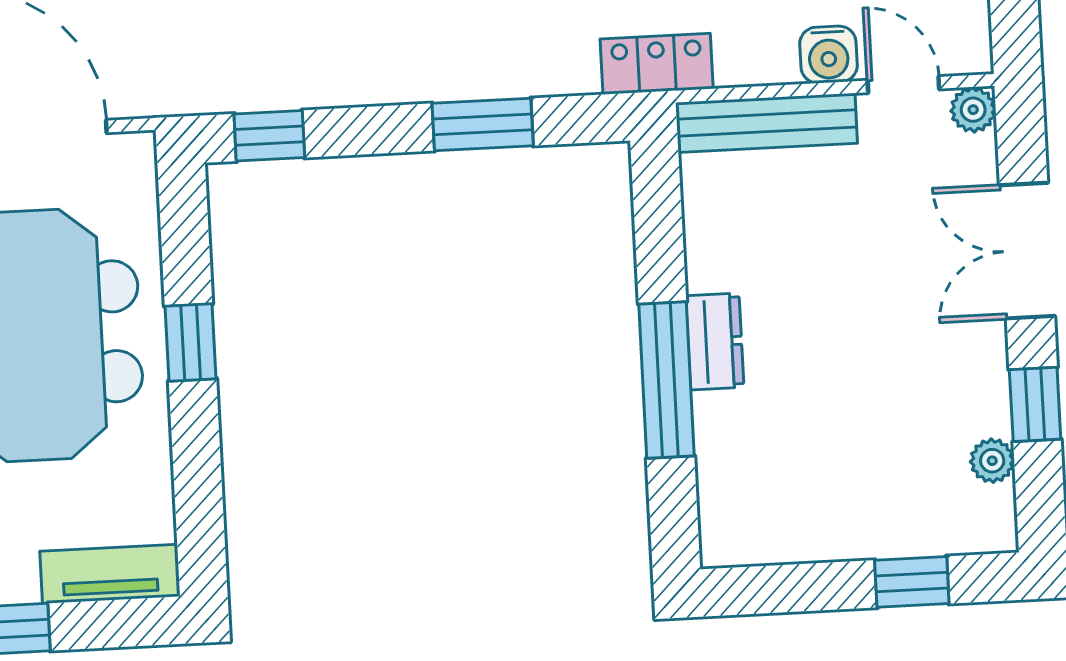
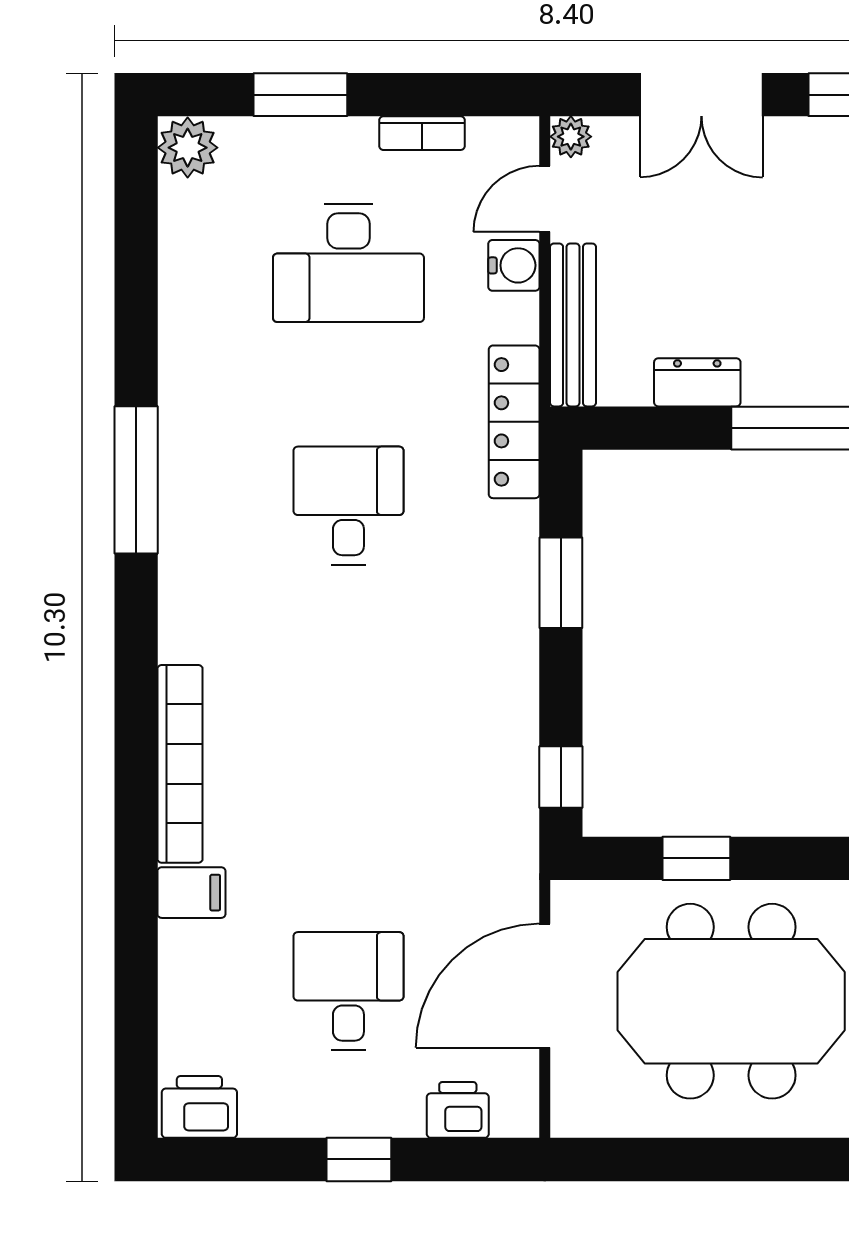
locker: (657, 64) -> (514, 422), width x1.53
dresser: (715, 342) -> (697, 382), moved
window: (191, 343) -> (696, 858), moved

